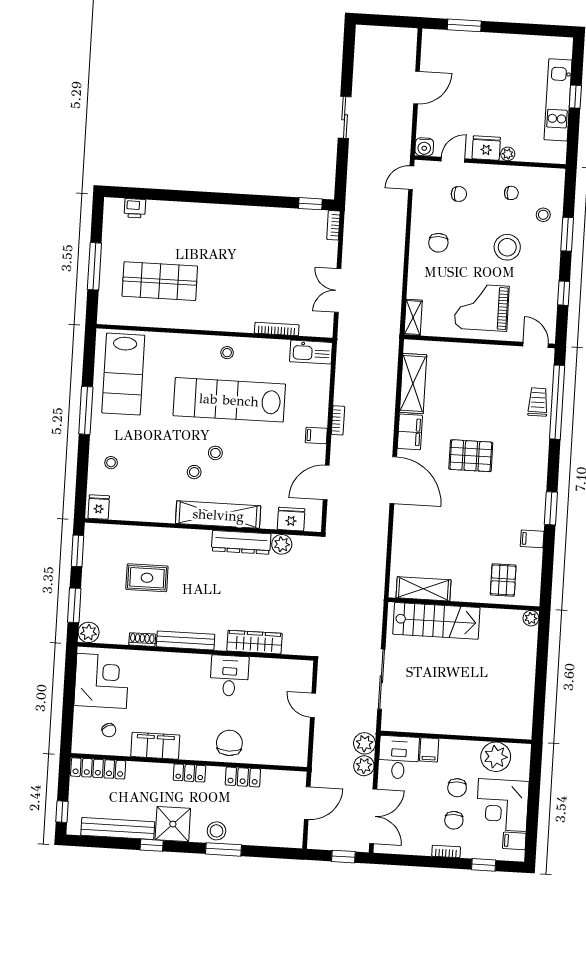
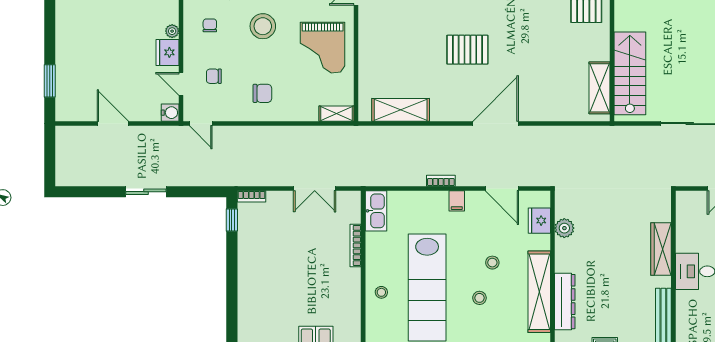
chair: (459, 194) -> (214, 76), turned -90
filing cabinet: (410, 432) -> (448, 110), removed
pallet: (471, 456) -> (467, 50), turned 90
stool: (194, 472) -> (492, 263), moved
dresser: (241, 542) -> (565, 302), moved

